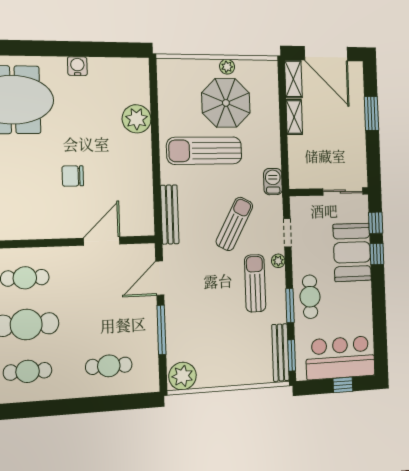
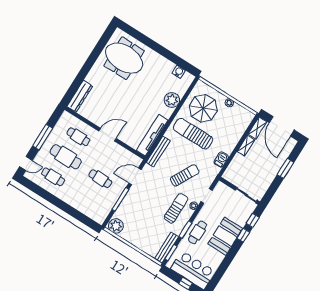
water cooler: (77, 66) -> (179, 72), moved
parasol: (226, 103) -> (203, 108), moved
chair: (73, 176) -> (127, 107), removed
barbecue: (273, 182) -> (221, 160), moved
tv unit: (143, 195) -> (152, 135), added
door: (102, 241) -> (108, 135), moved
booth: (352, 252) -> (225, 236), moved
cafe table: (109, 366) -> (100, 179), moved

